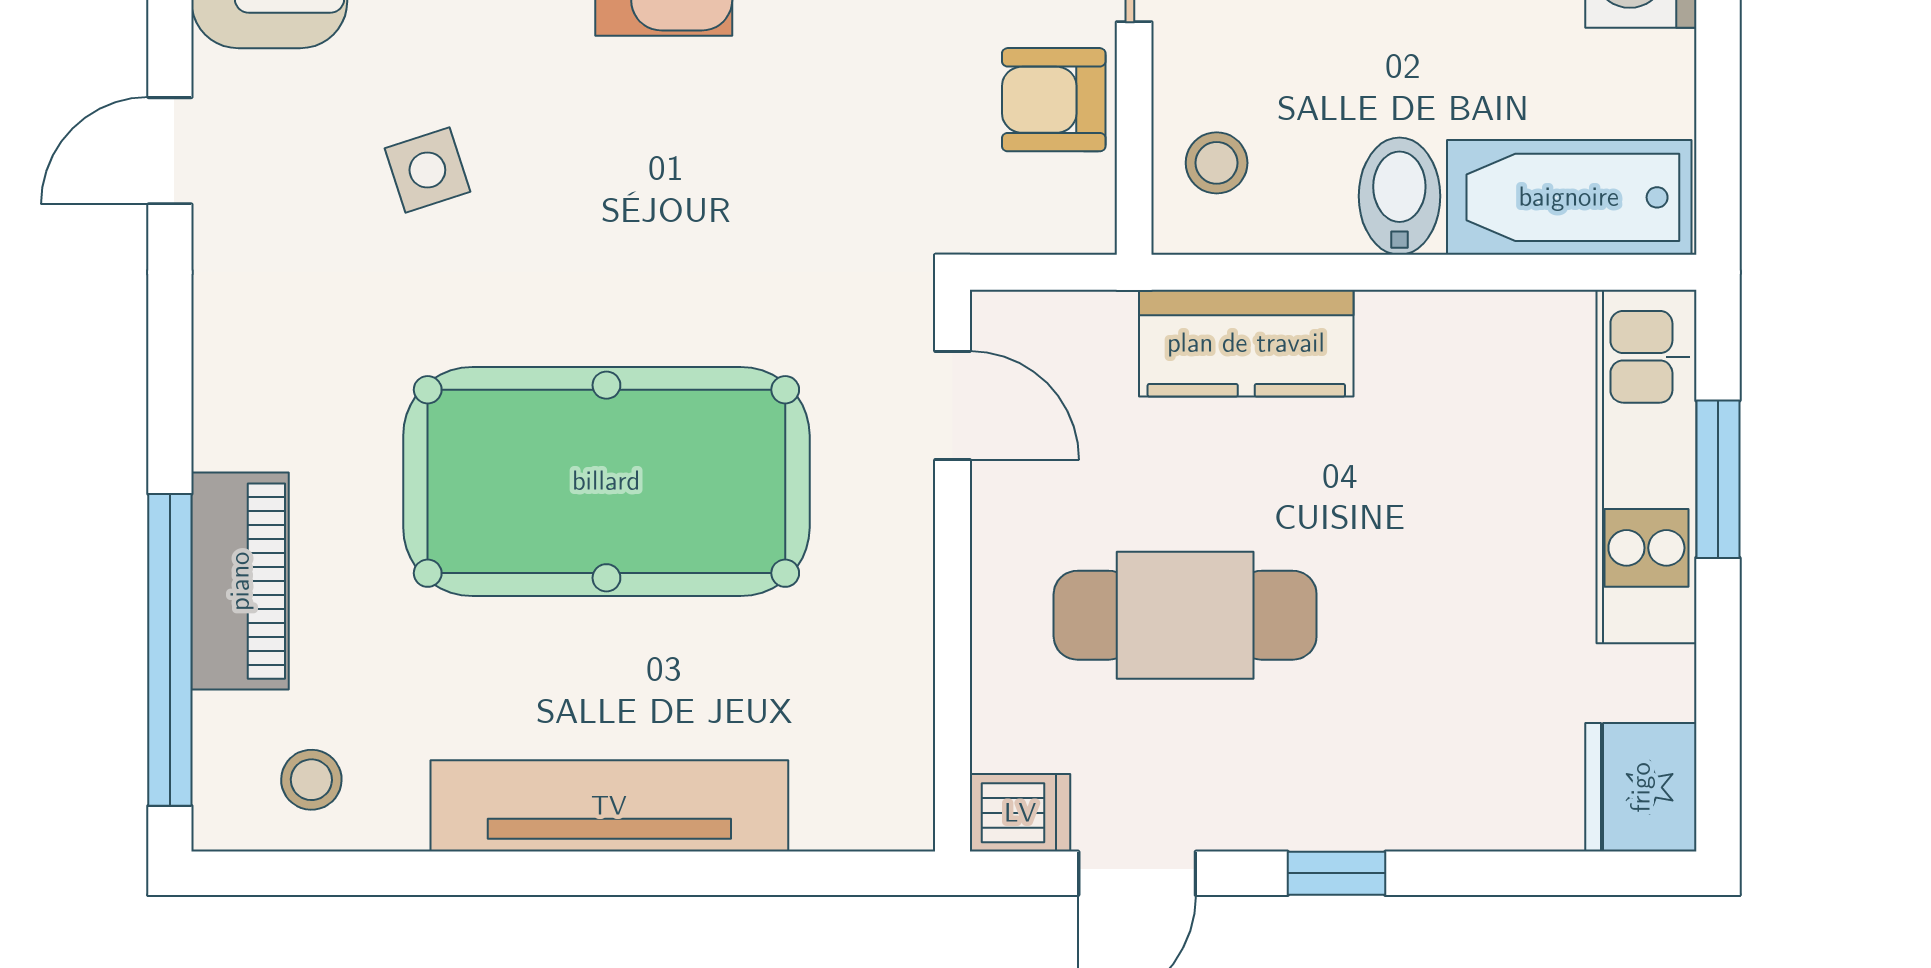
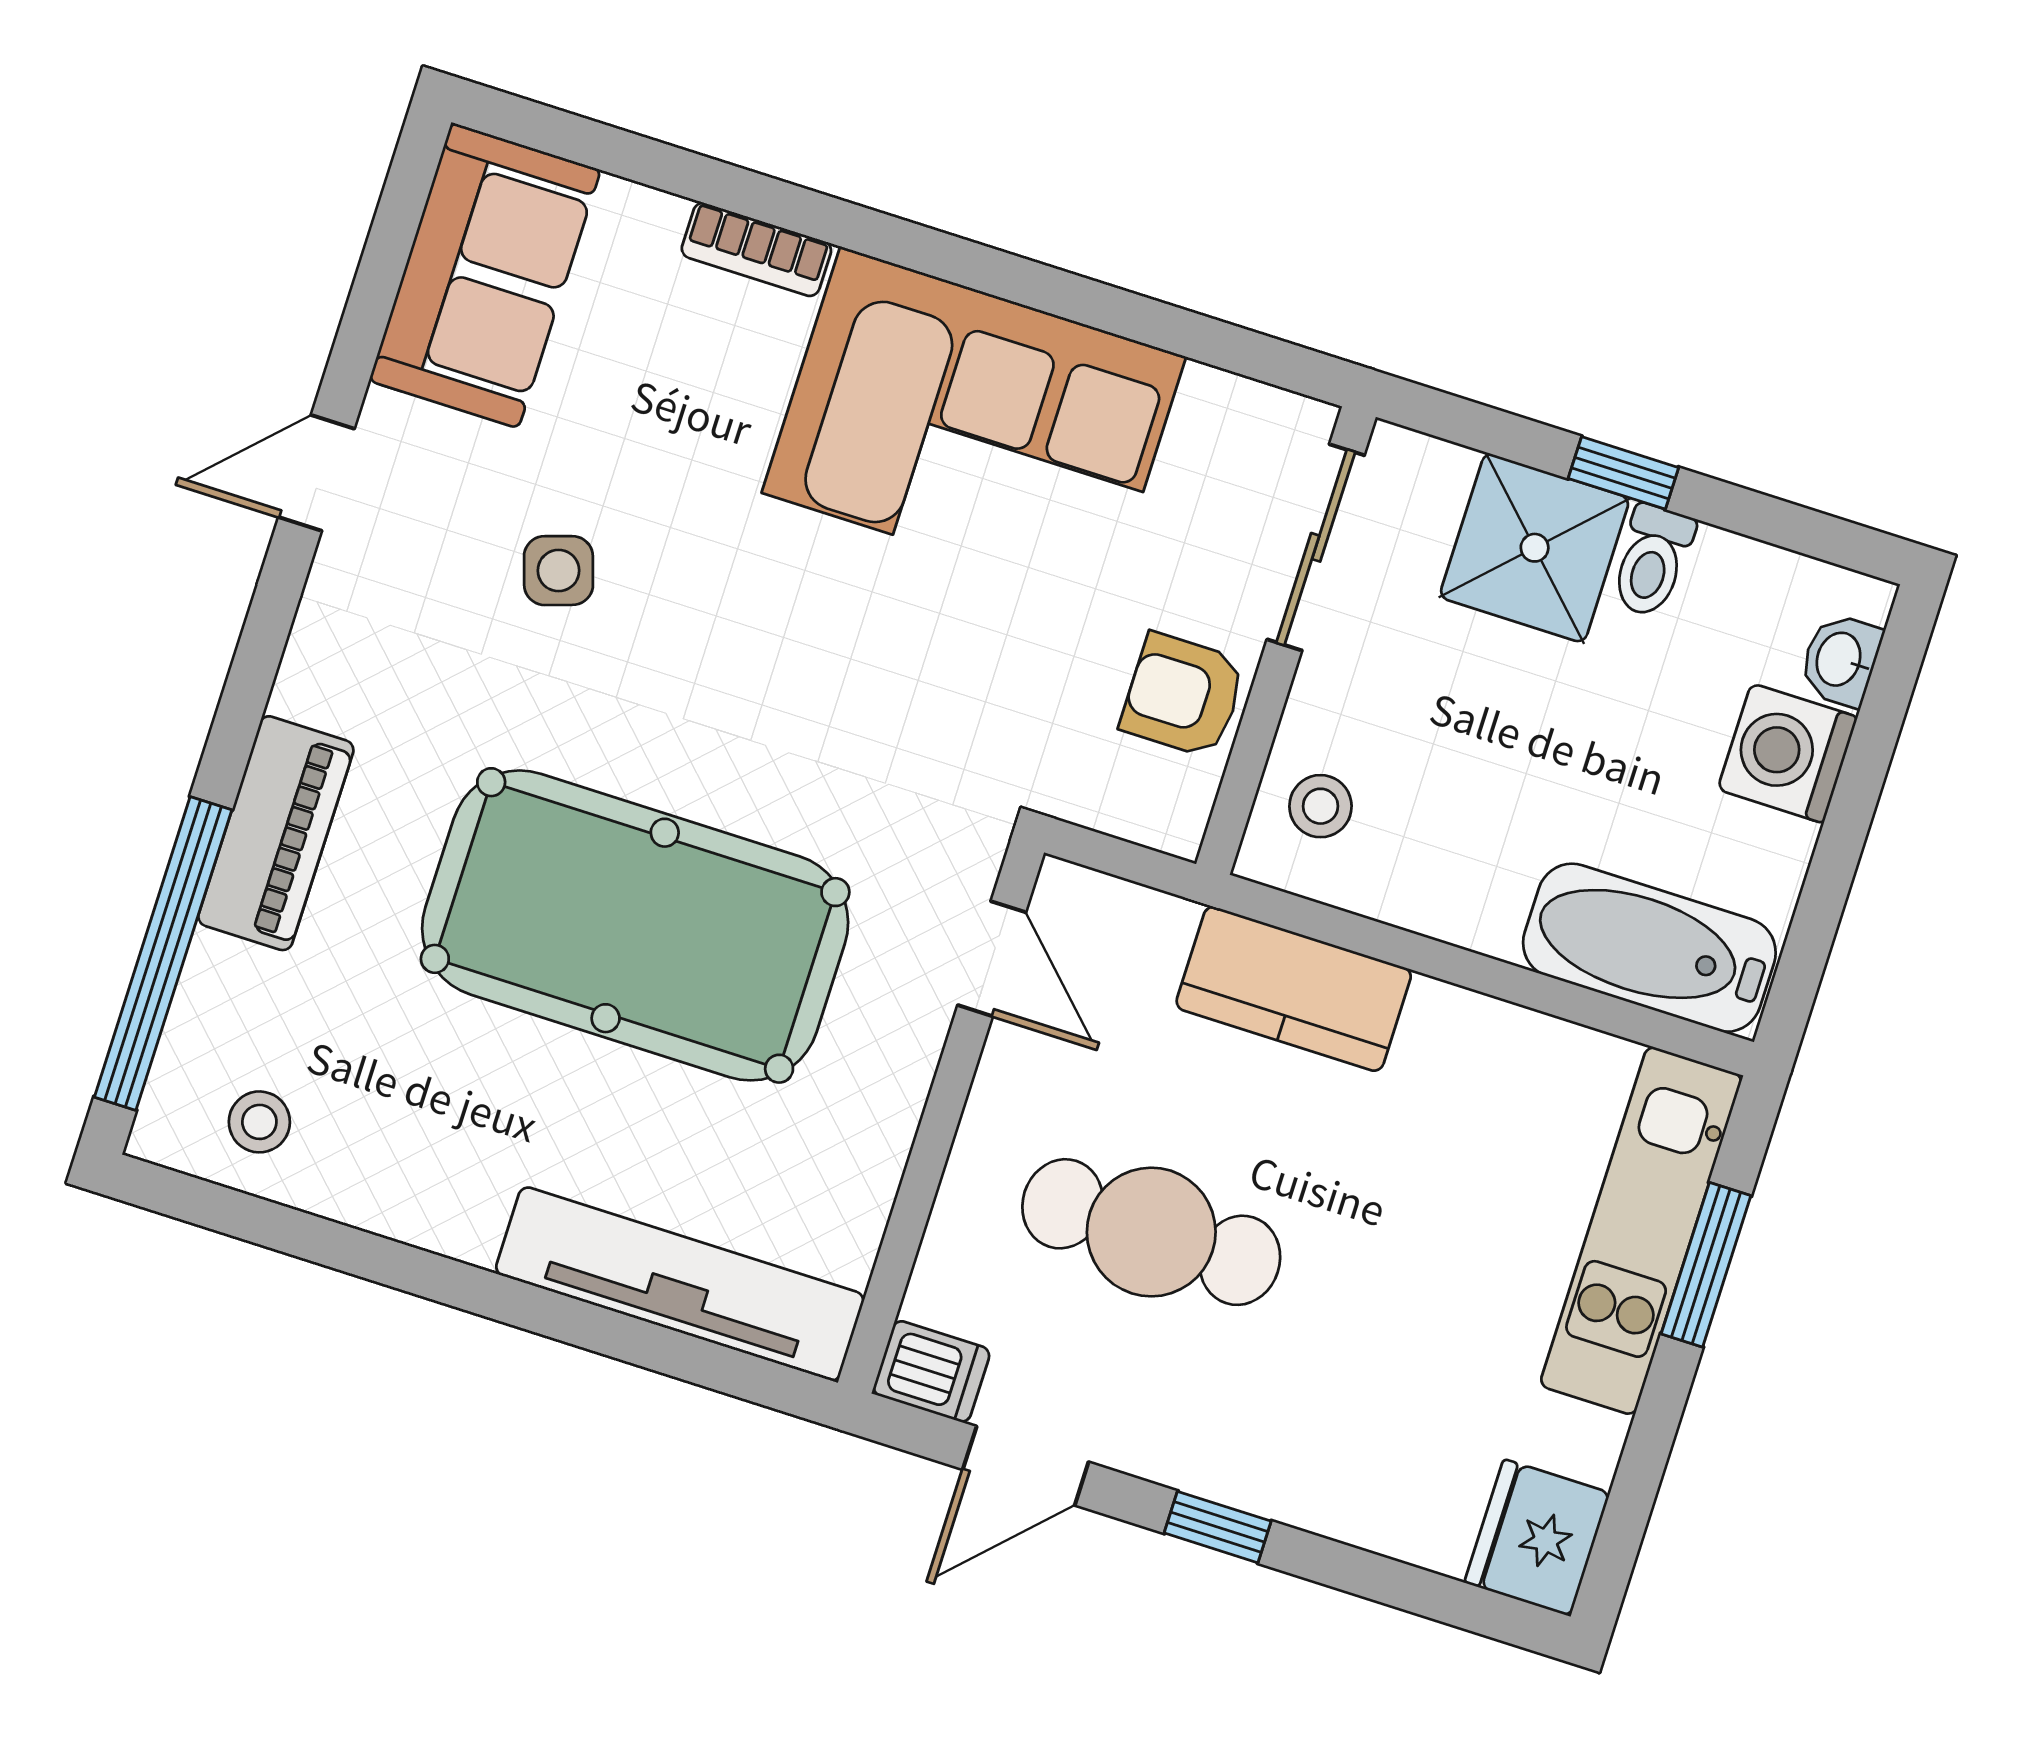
bidet: (1399, 196) -> (1486, 894), removed
piano: (240, 581) -> (276, 833), moved
tv unit: (609, 806) -> (680, 1284), moved

